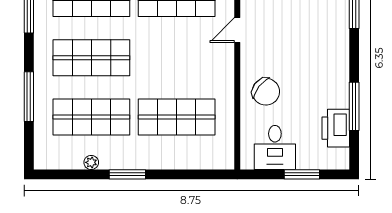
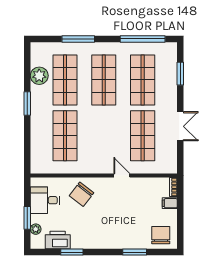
window: (354, 106) -> (72, 252), width x0.69
plant: (91, 162) -> (39, 76), width x1.88, depth x1.88
plant: (319, 162) -> (36, 229), added

